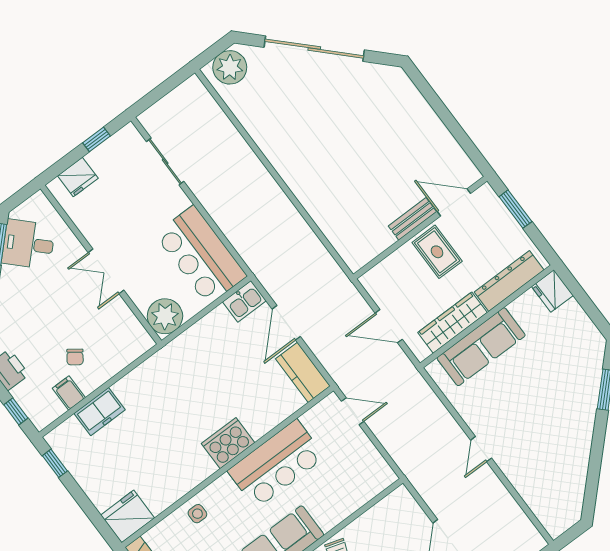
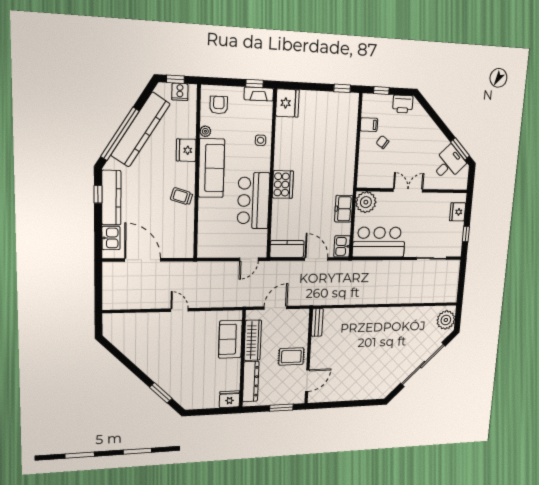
bench: (412, 219) -> (317, 322), moved
sofa: (481, 347) -> (230, 339), width x0.73
freezer: (100, 412) -> (344, 209), moved

